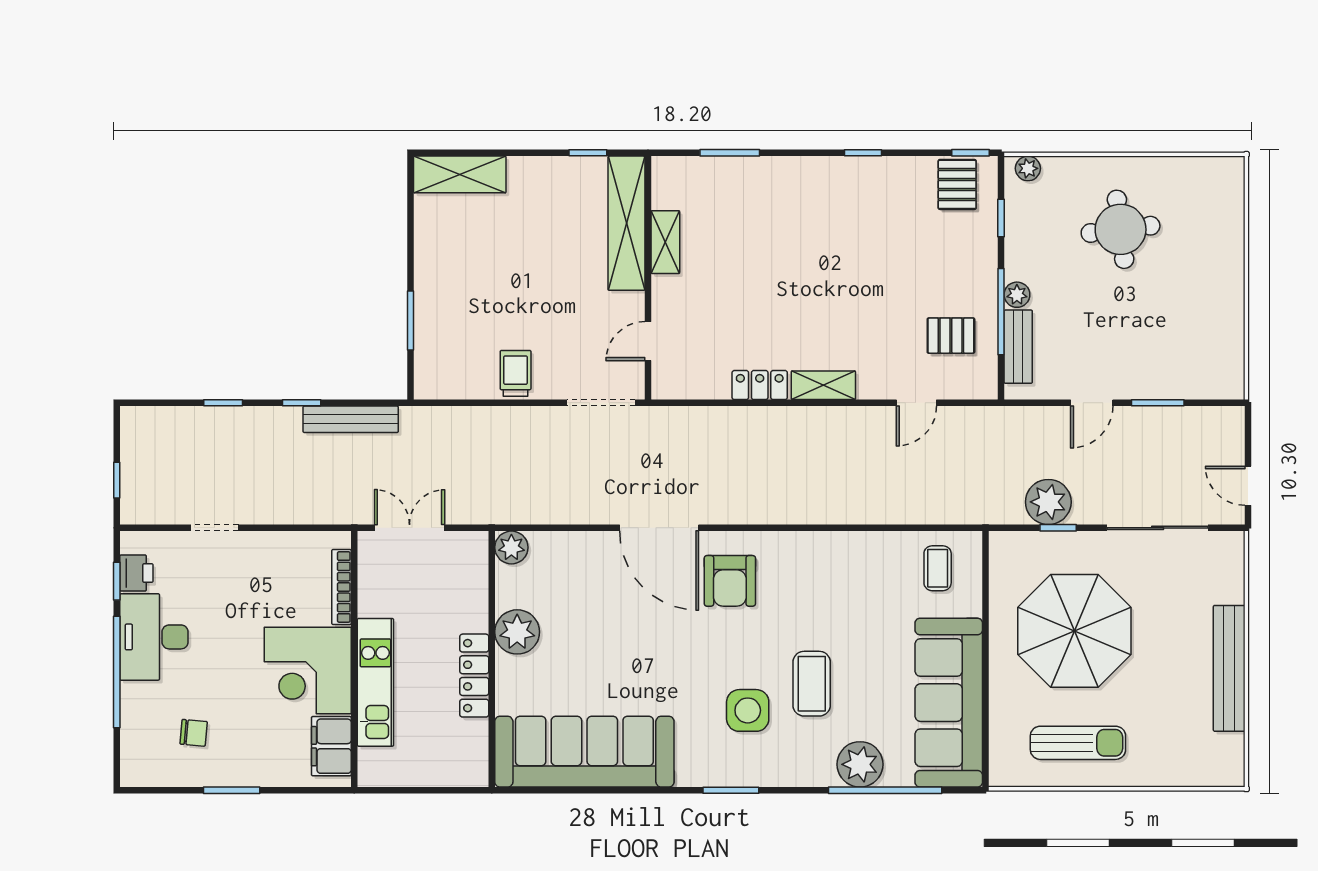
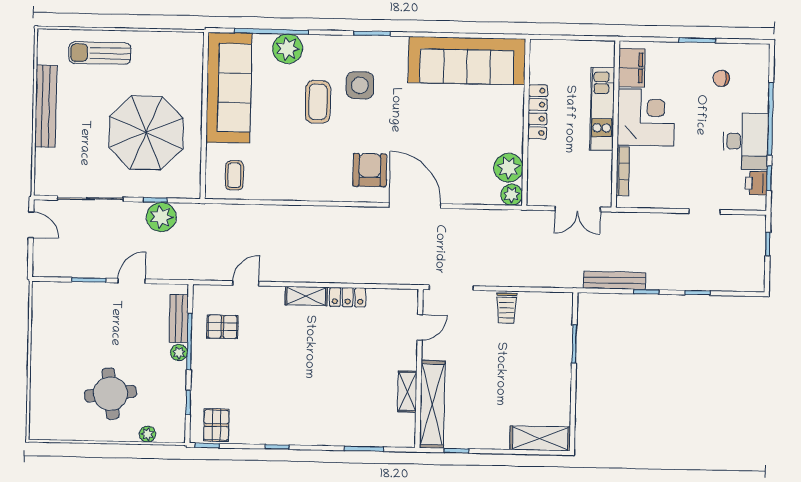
plant: (1028, 168) -> (148, 434), moved
plant: (517, 632) -> (508, 168), moved
sun lounger: (1078, 743) -> (100, 53), moved

